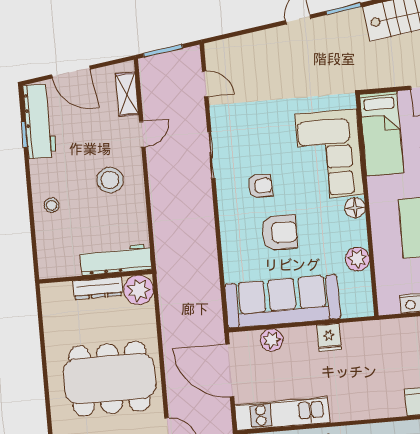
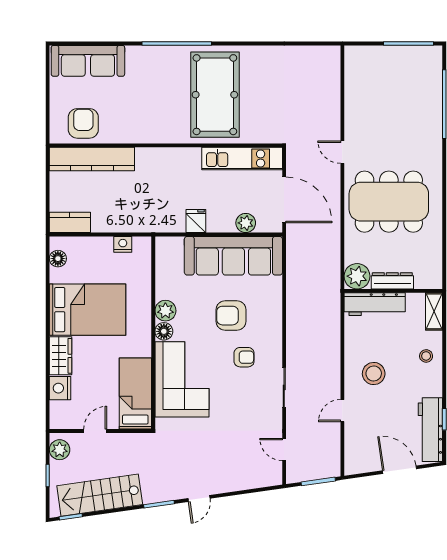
shelving: (127, 94) -> (434, 311), moved
armchair: (260, 186) -> (244, 357), turned 180
plant: (357, 259) -> (165, 311), moved

